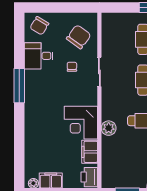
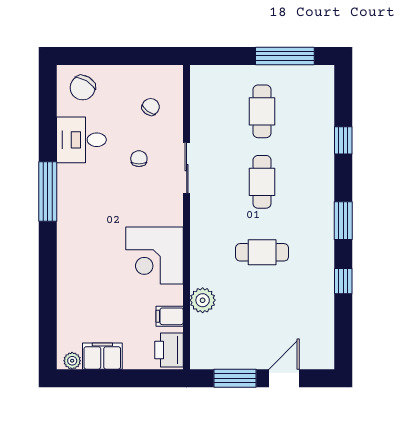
chair: (79, 37) -> (151, 107), width x0.54, depth x0.54
plant: (109, 128) -> (203, 300), moved
filing cabinet: (90, 152) -> (170, 316), width x0.50

